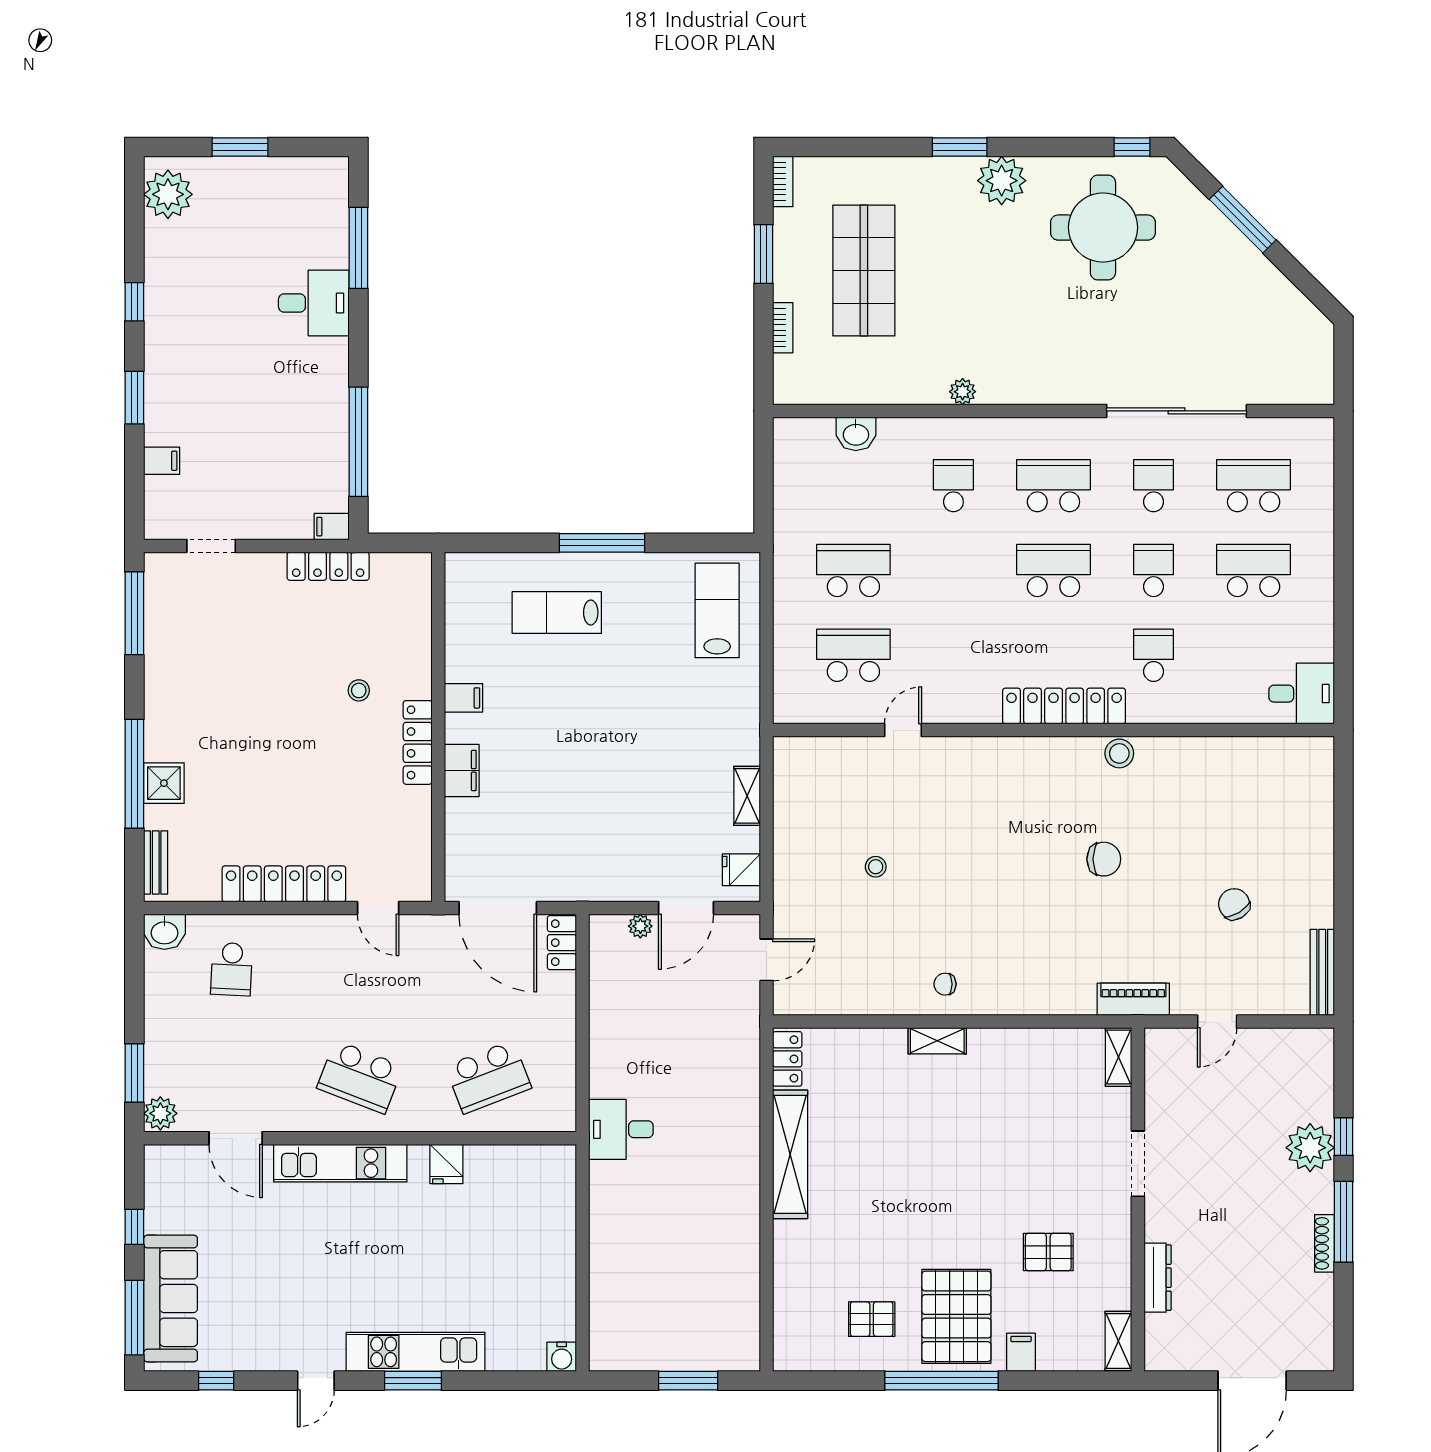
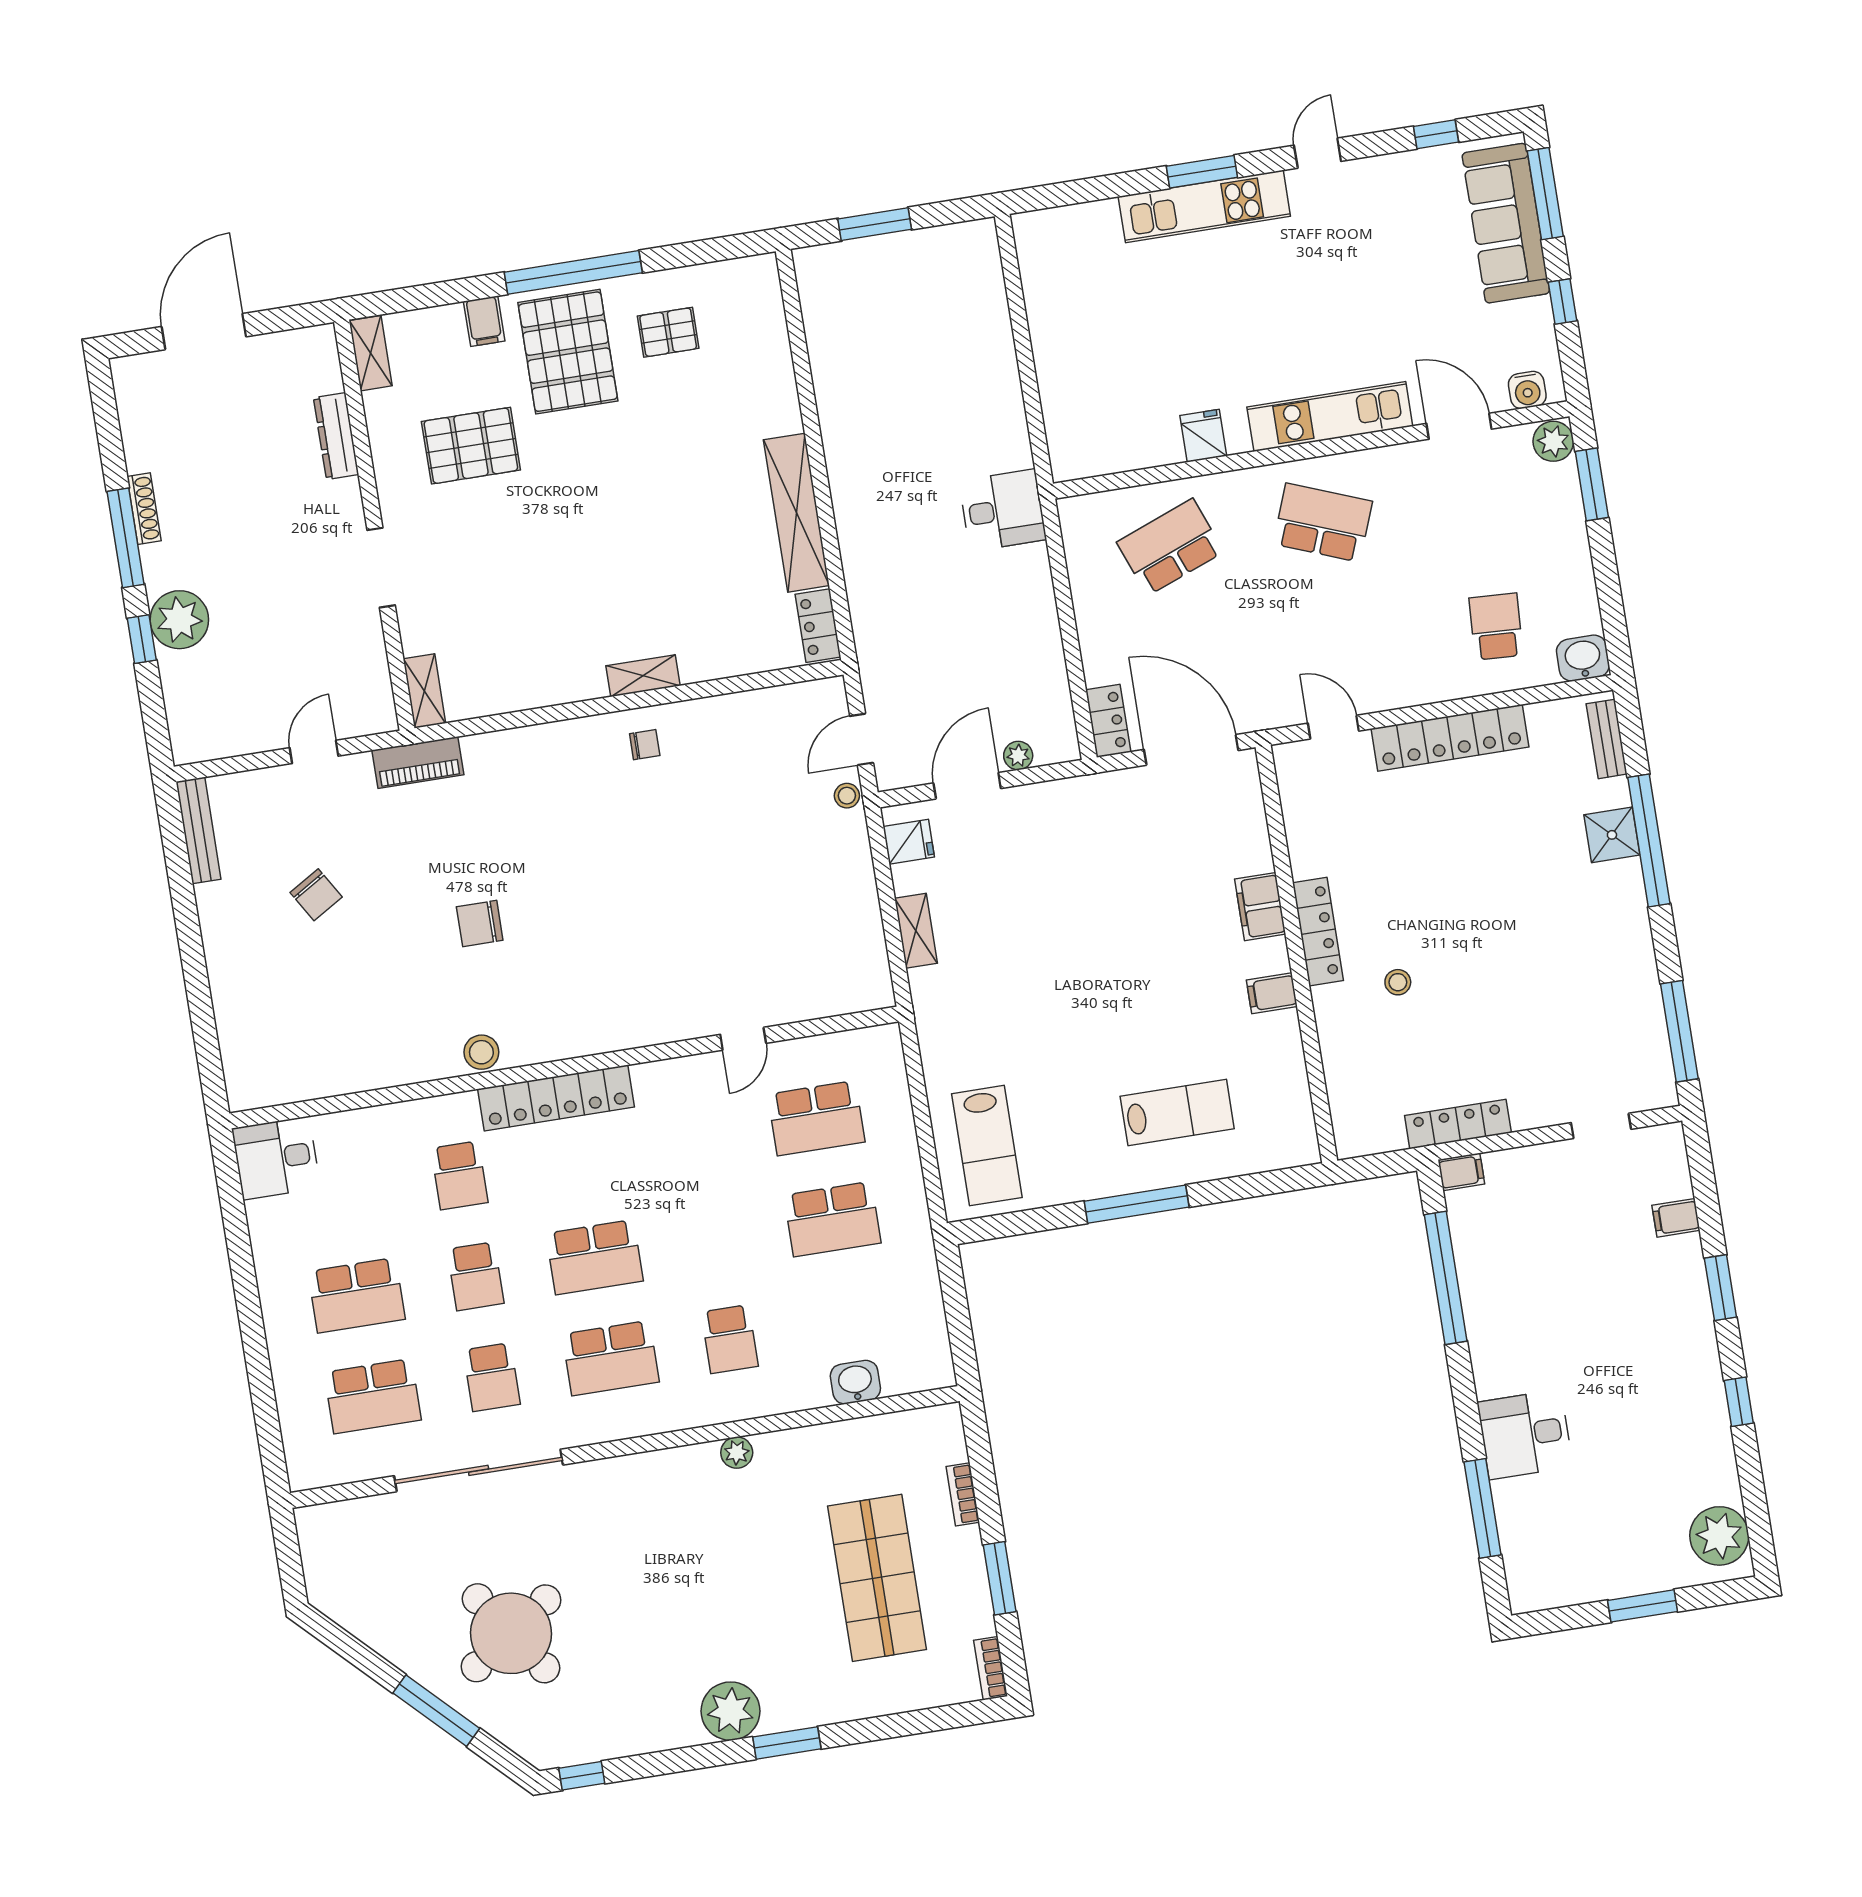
round table: (1103, 228) -> (511, 1633), moved, turned -35
stool: (876, 867) -> (847, 796), moved
pallet: (1048, 1252) -> (471, 446), width x1.50, depth x1.42
water cooler: (562, 1357) -> (1527, 390), moved, turned 180

